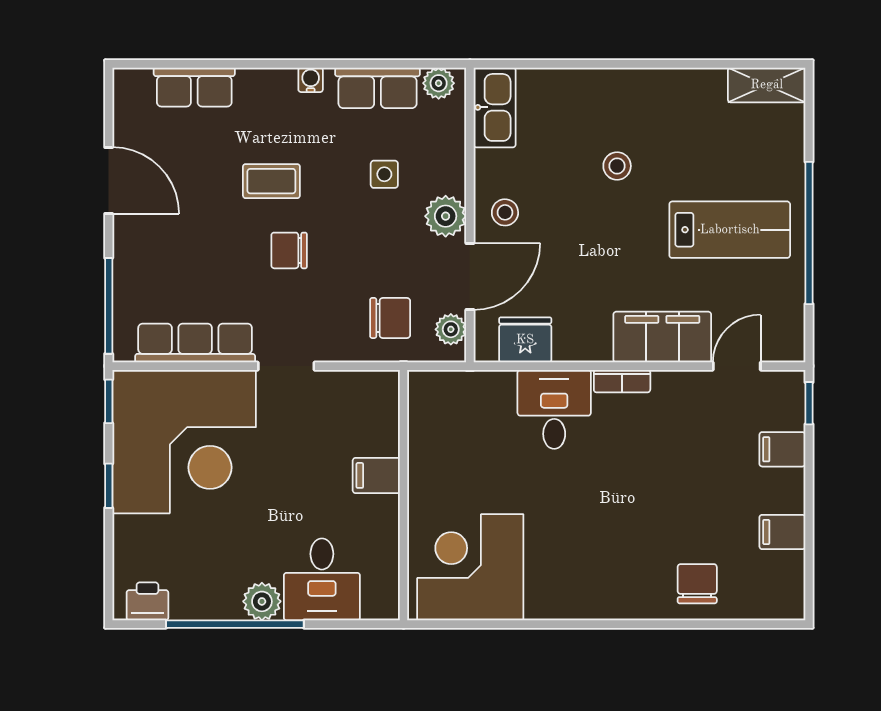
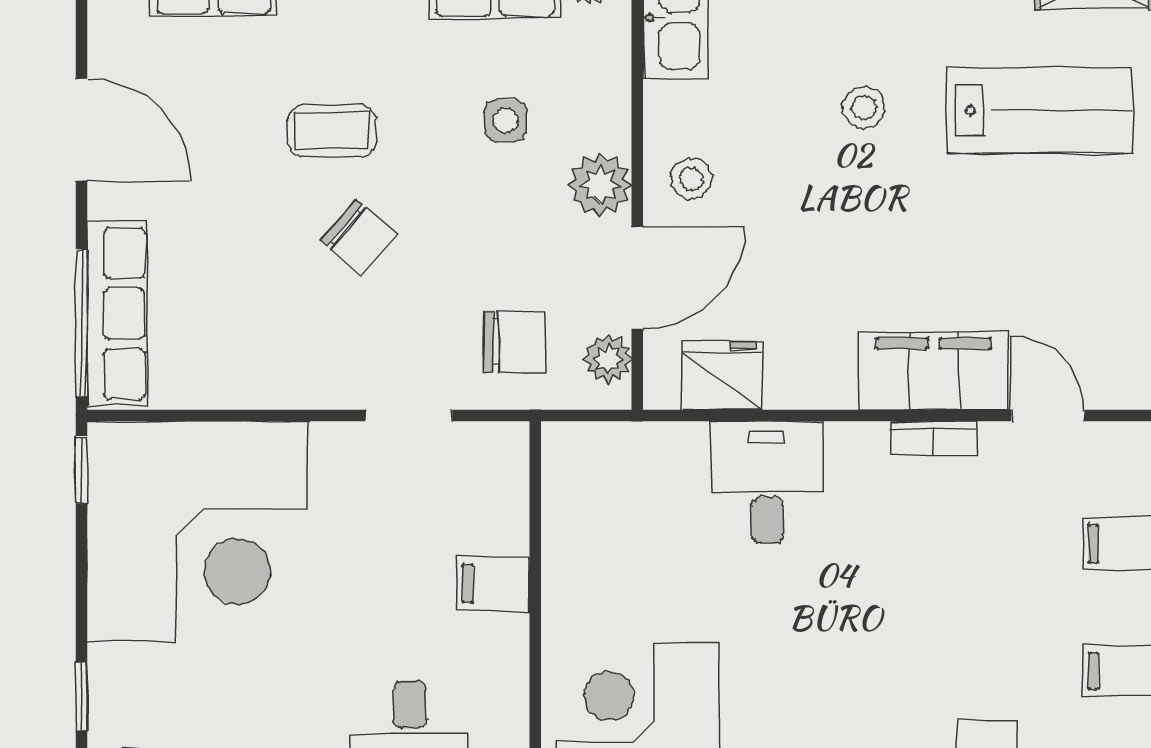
lab bench: (730, 230) -> (1039, 110), moved
chair: (289, 250) -> (359, 238), turned -140
row of seats: (195, 343) -> (117, 314), moved, turned 90
doorway: (286, 366) -> (409, 416), moved
door: (737, 366) -> (1048, 416), hinge flipped
bookcase: (622, 381) -> (933, 439), moved
window: (109, 486) -> (82, 697), moved

